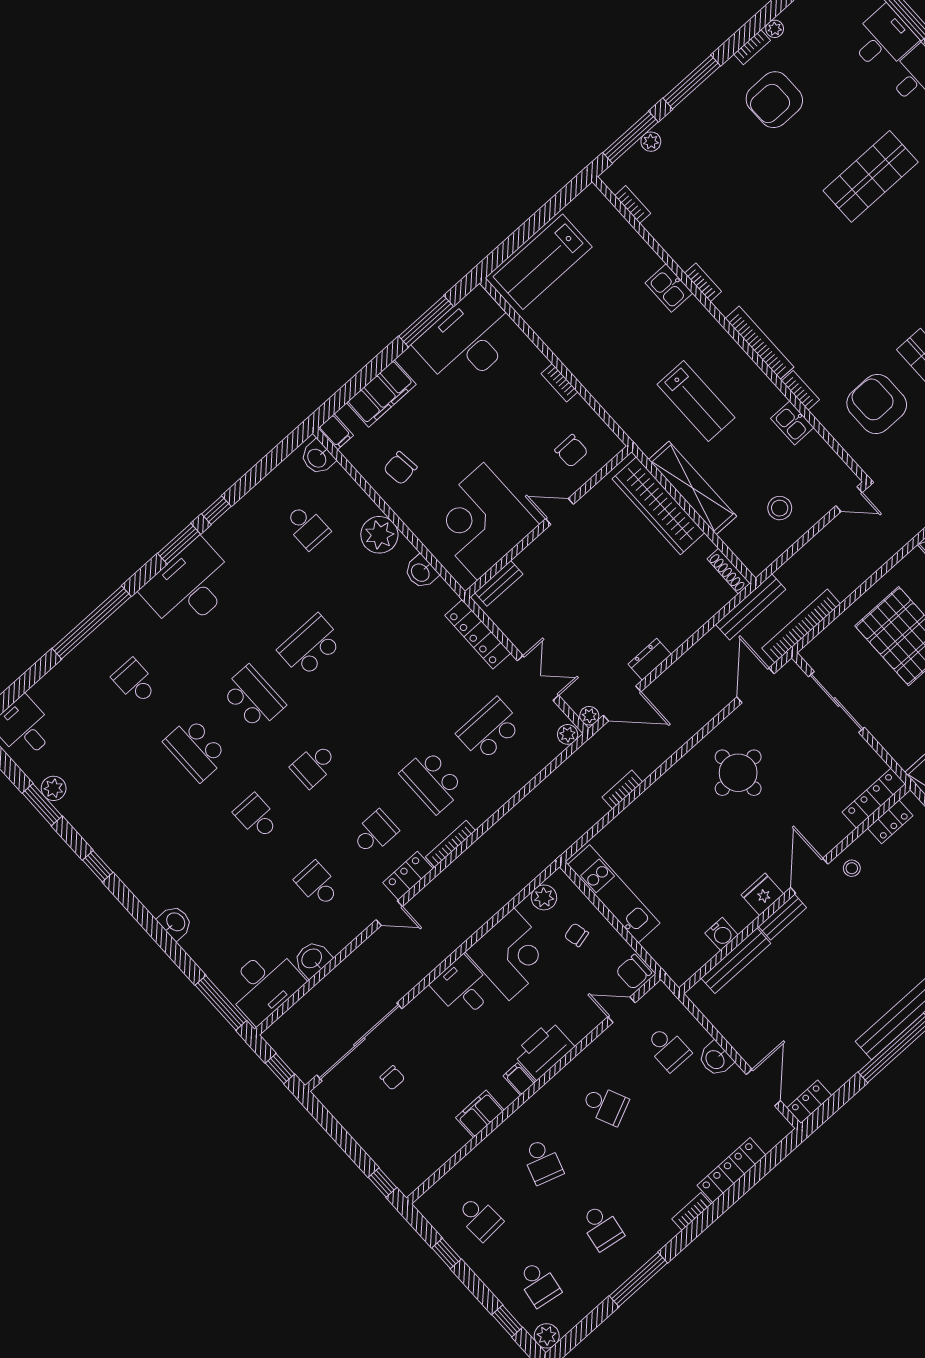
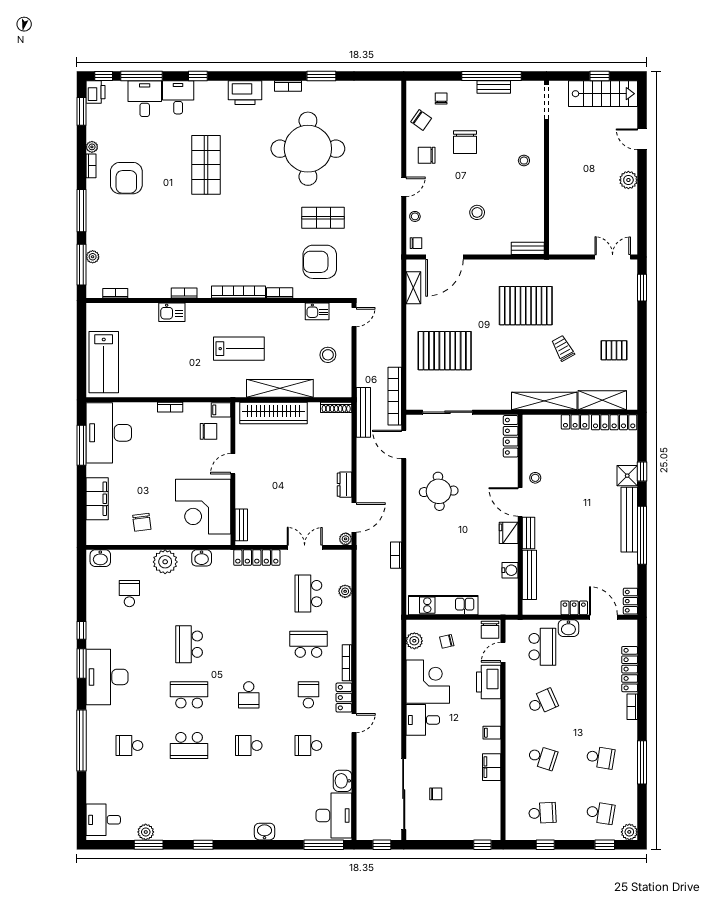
kitchen sink: (792, 423) -> (317, 311), moved
filing cabinet: (336, 432) -> (221, 410), moved, turned 180
school desk: (307, 527) -> (129, 594), turned -90
plant: (568, 734) -> (345, 591), moved
school desk: (432, 781) -> (308, 644), turned 180
locker: (890, 822) -> (574, 608), moved, turned -90
school desk: (668, 1048) -> (542, 647), width x1.85
printer: (544, 1050) -> (489, 682), moved

